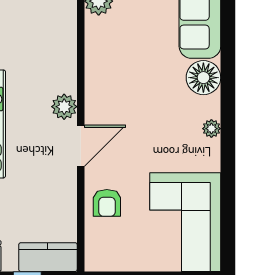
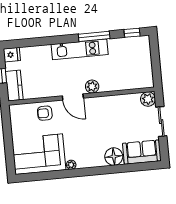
plant: (211, 129) -> (71, 165), moved

